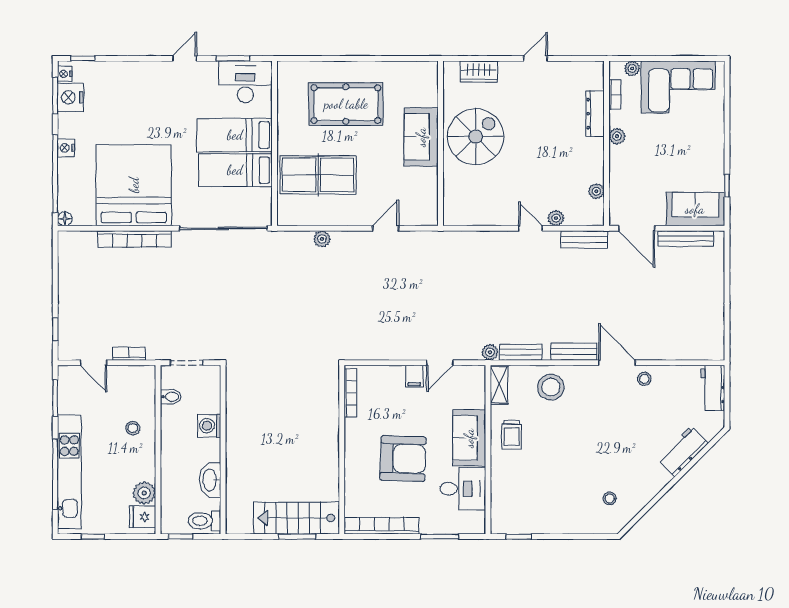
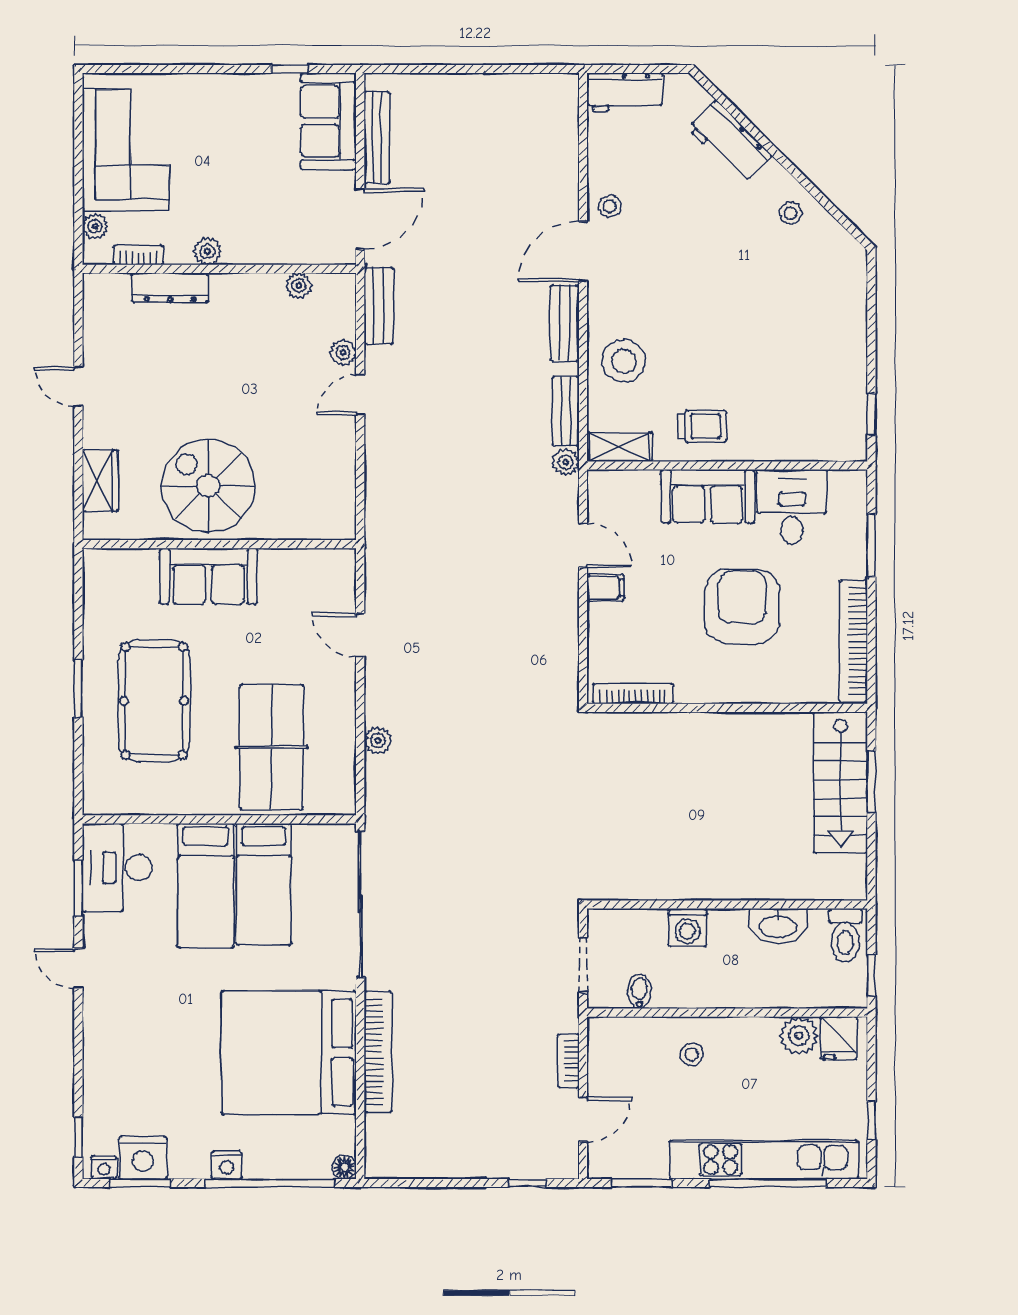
window: (353, 58) -> (78, 689), added
stool: (610, 498) -> (791, 213), moved

